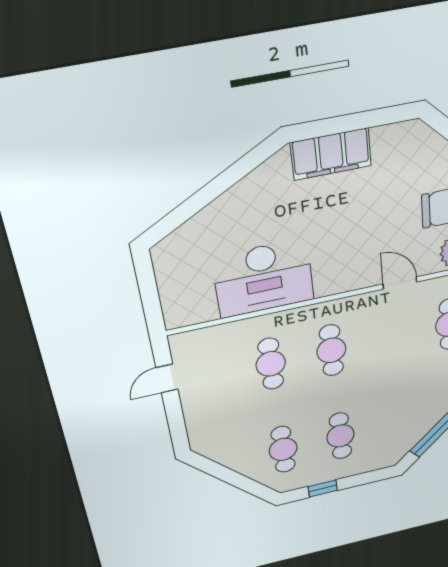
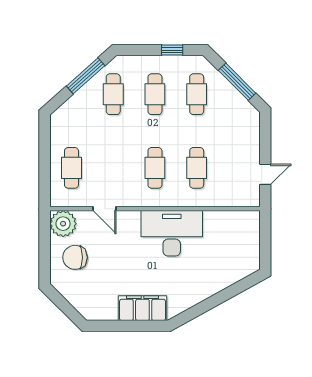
desk: (263, 278) -> (172, 233), moved
cafe table: (397, 423) -> (113, 94), added
window: (229, 476) -> (237, 82), added

